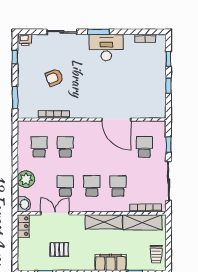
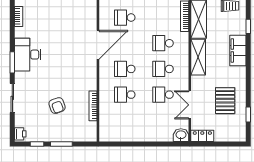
window: (15, 98) -> (61, 144), moved
school desk: (39, 147) -> (125, 69), moved
plant: (26, 179) -> (156, 133), removed
pallet: (59, 249) -> (225, 101), width x1.50, depth x1.42

